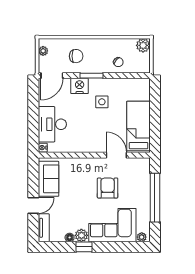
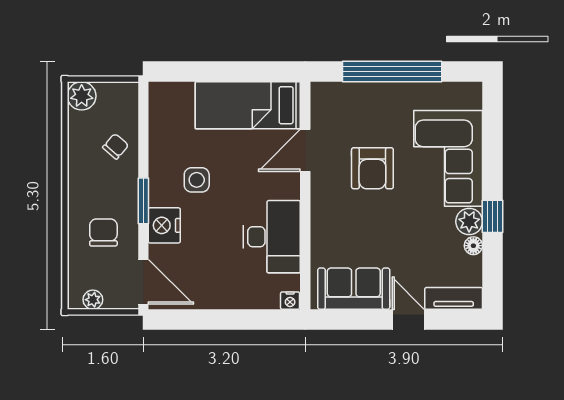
desk: (52, 124) -> (272, 237), moved, turned -90
armchair: (108, 188) -> (372, 168), turned -90
plant: (142, 237) -> (473, 99), removed

